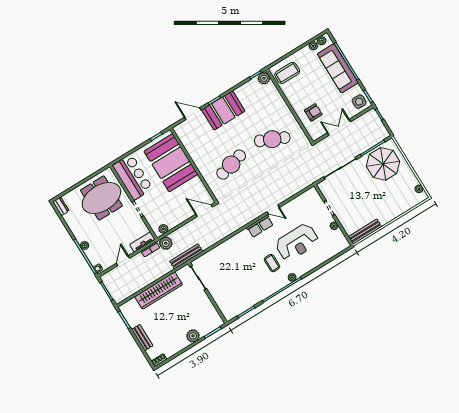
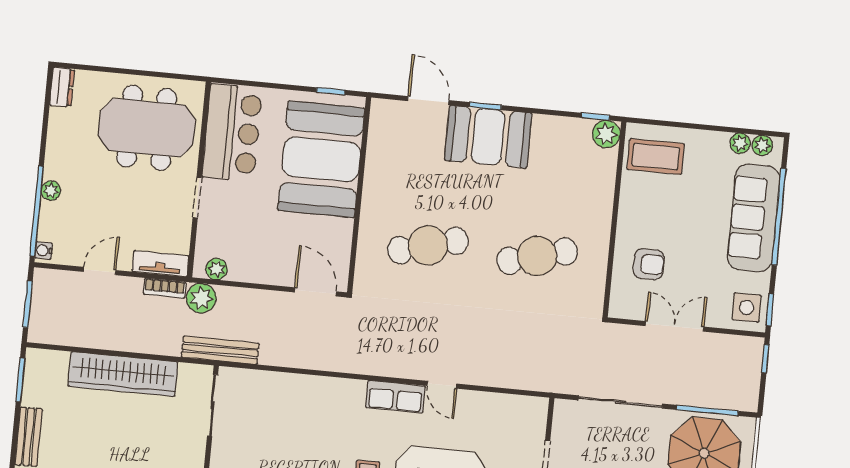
cafe table: (272, 139) -> (537, 256), turned -39

